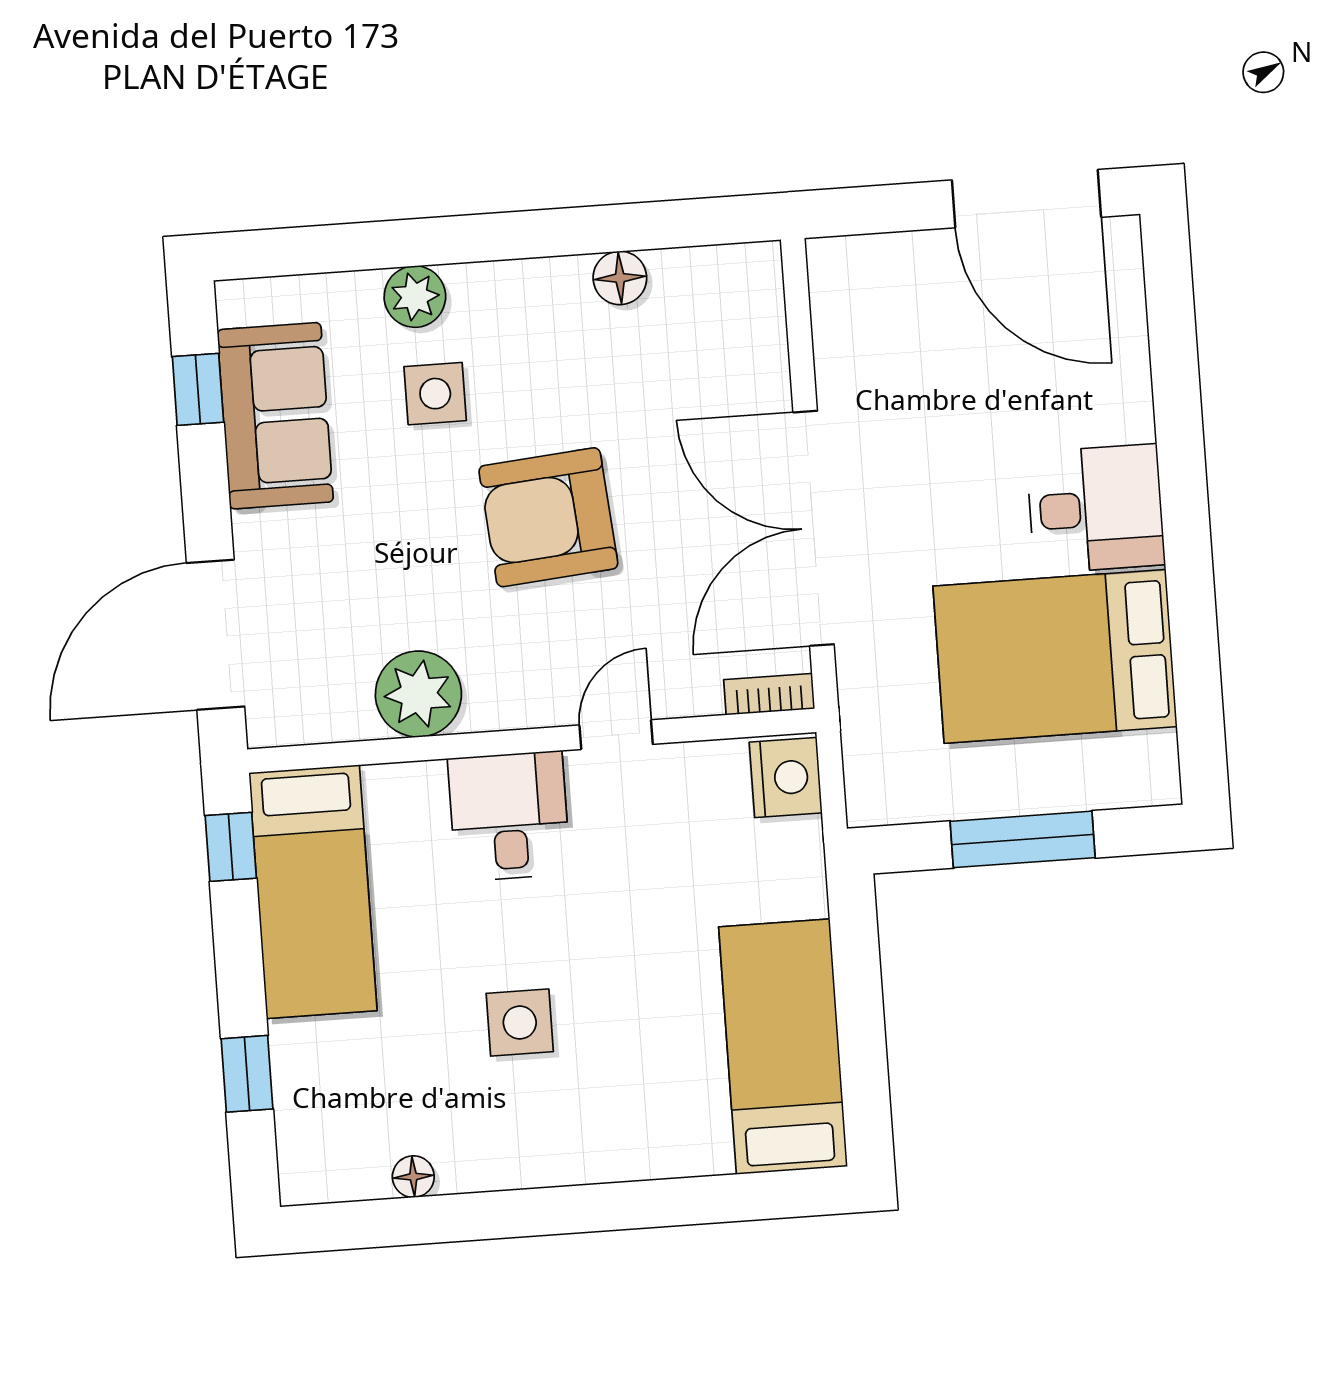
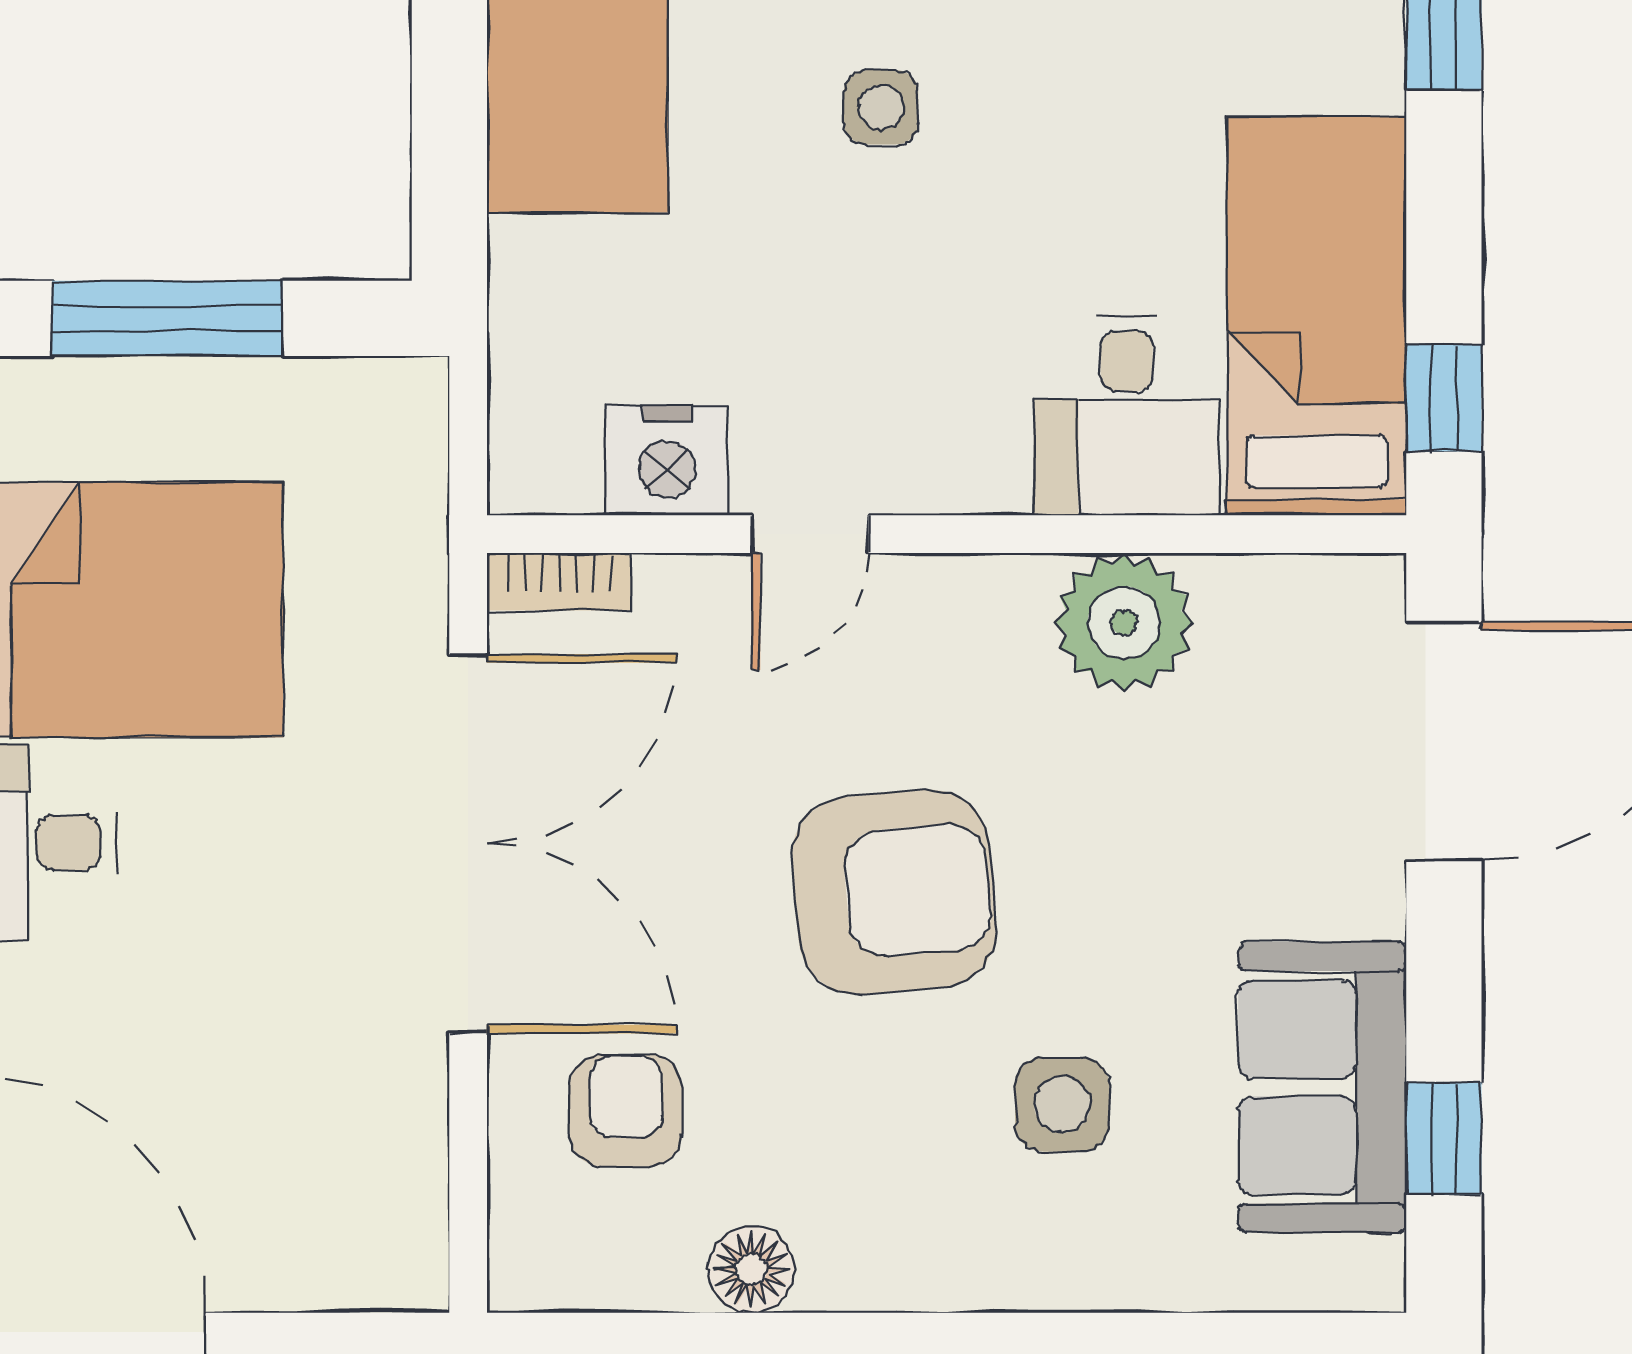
plant: (415, 297) -> (1084, 1263), removed
armchair: (704, 371) -> (626, 1110), added
nightstand: (786, 778) -> (667, 461), moved, turned -90
desk: (509, 816) -> (1127, 415), moved
side table: (520, 1023) -> (881, 107), moved, width x0.73, depth x0.73

